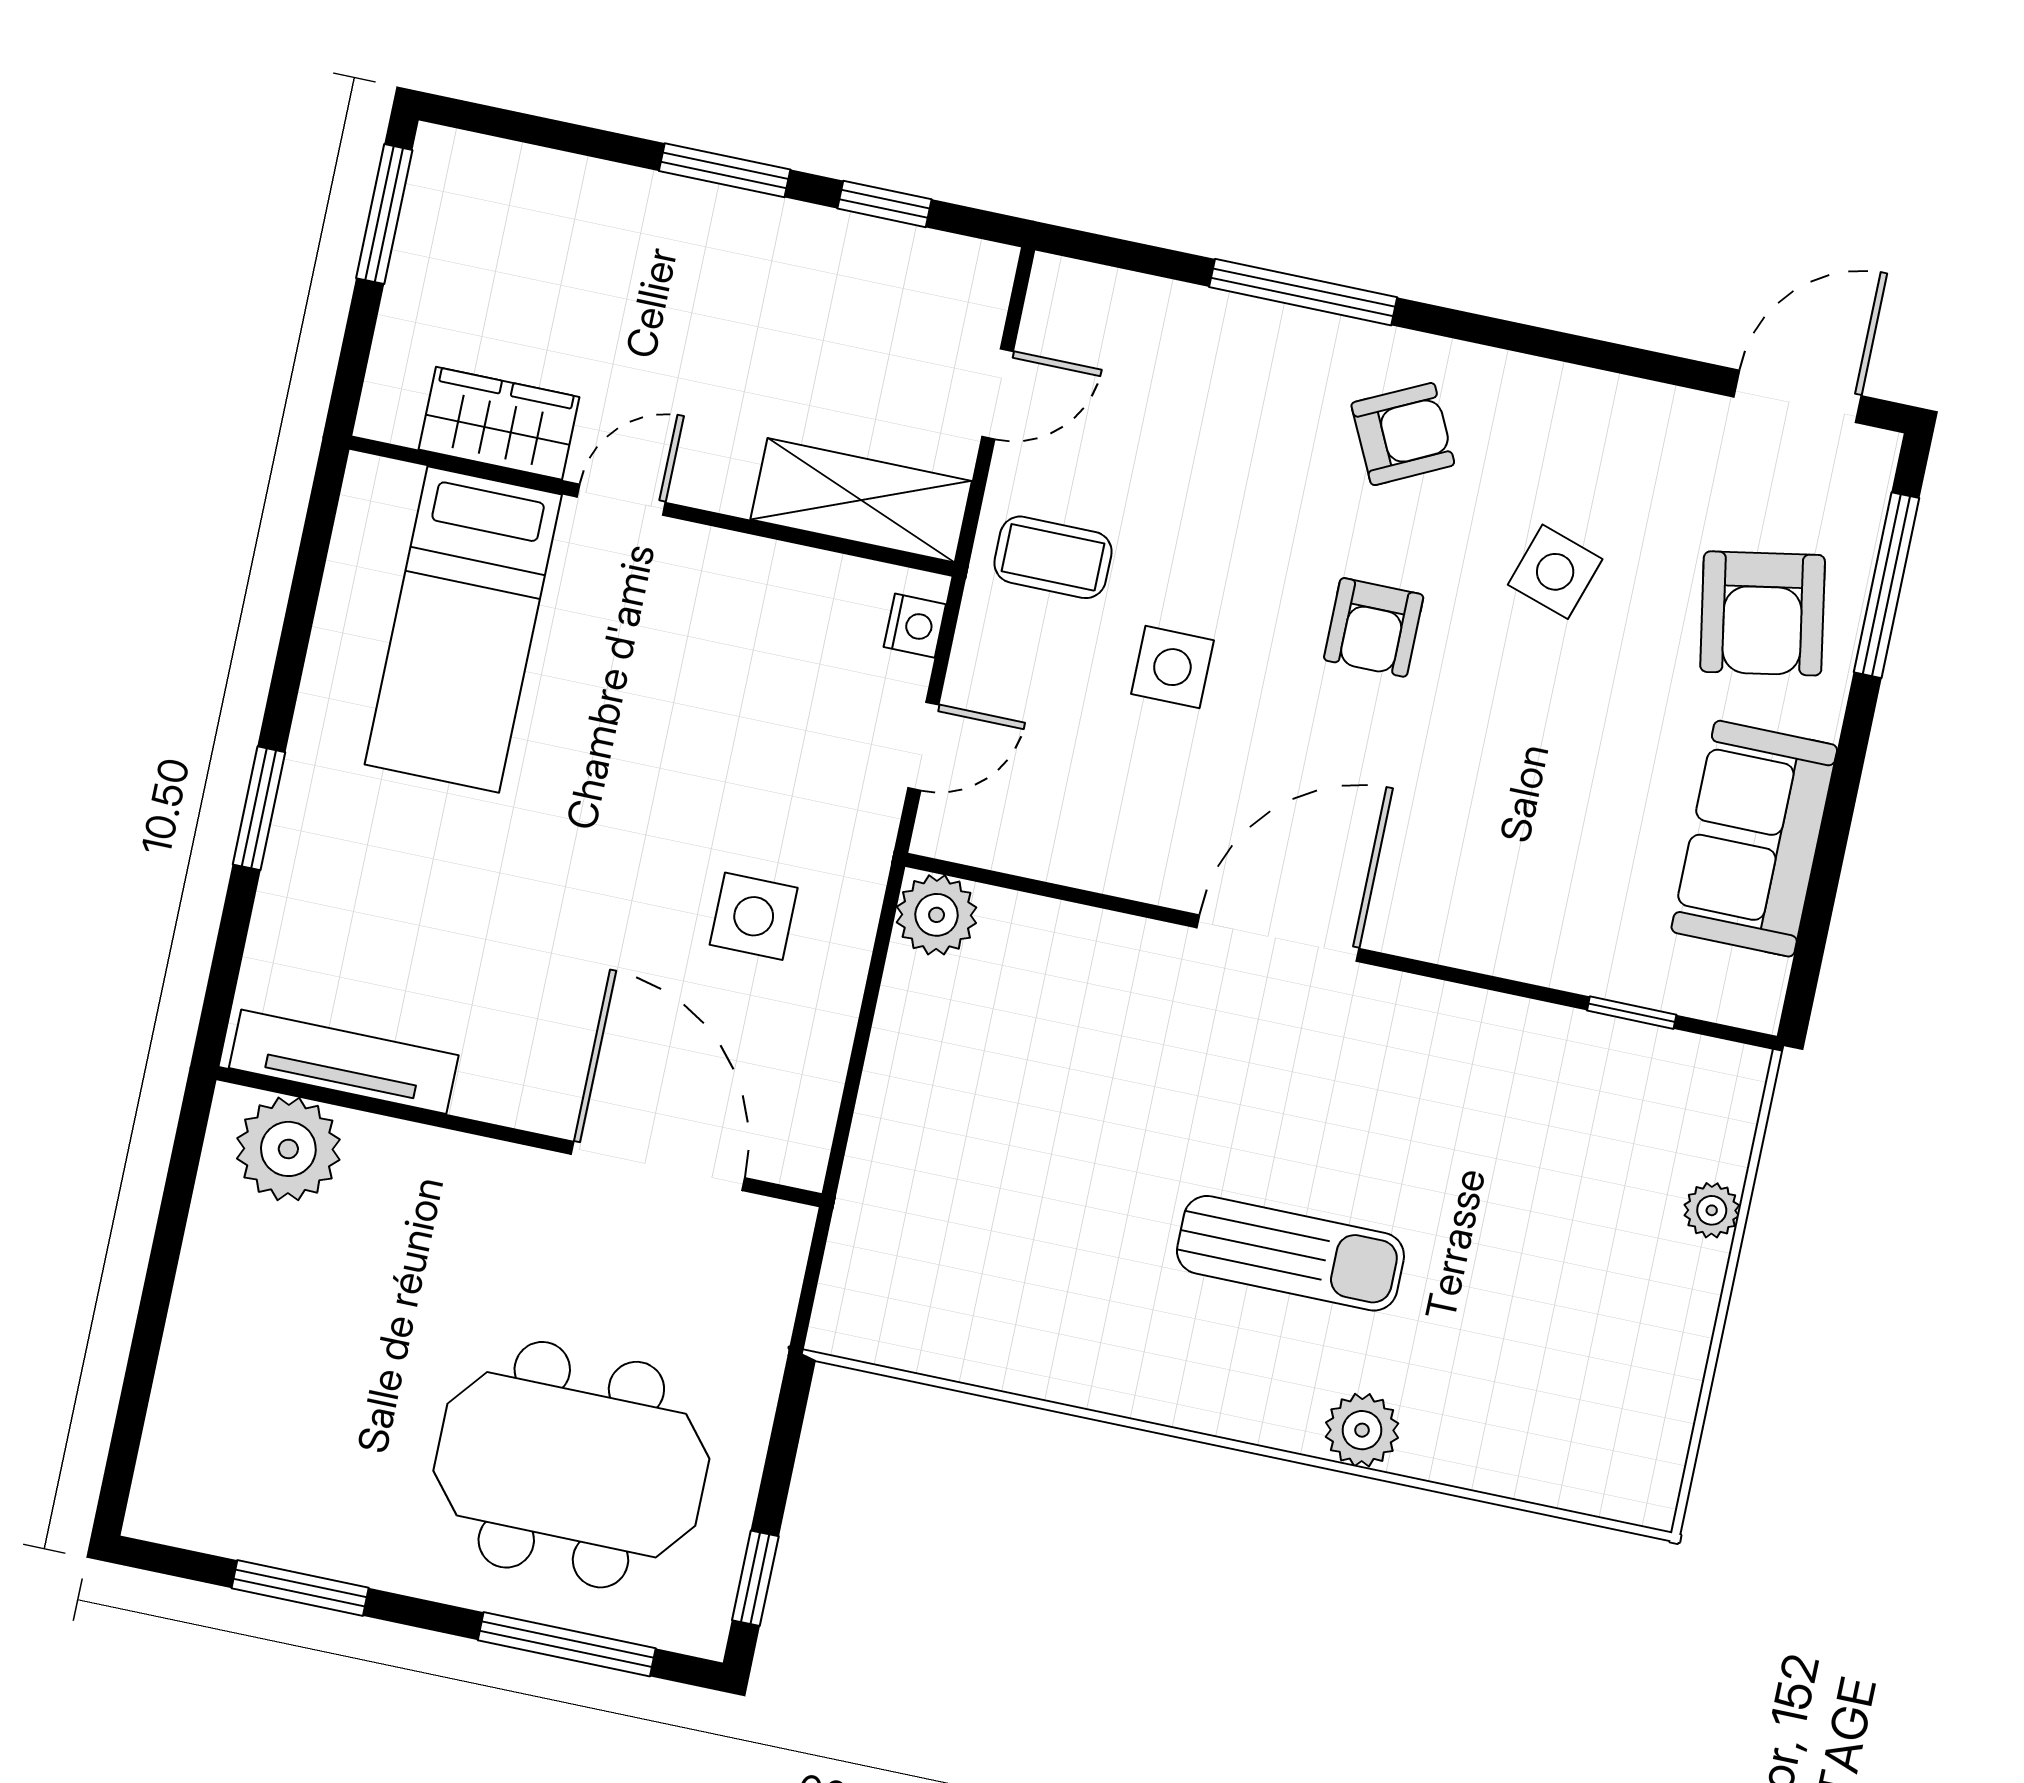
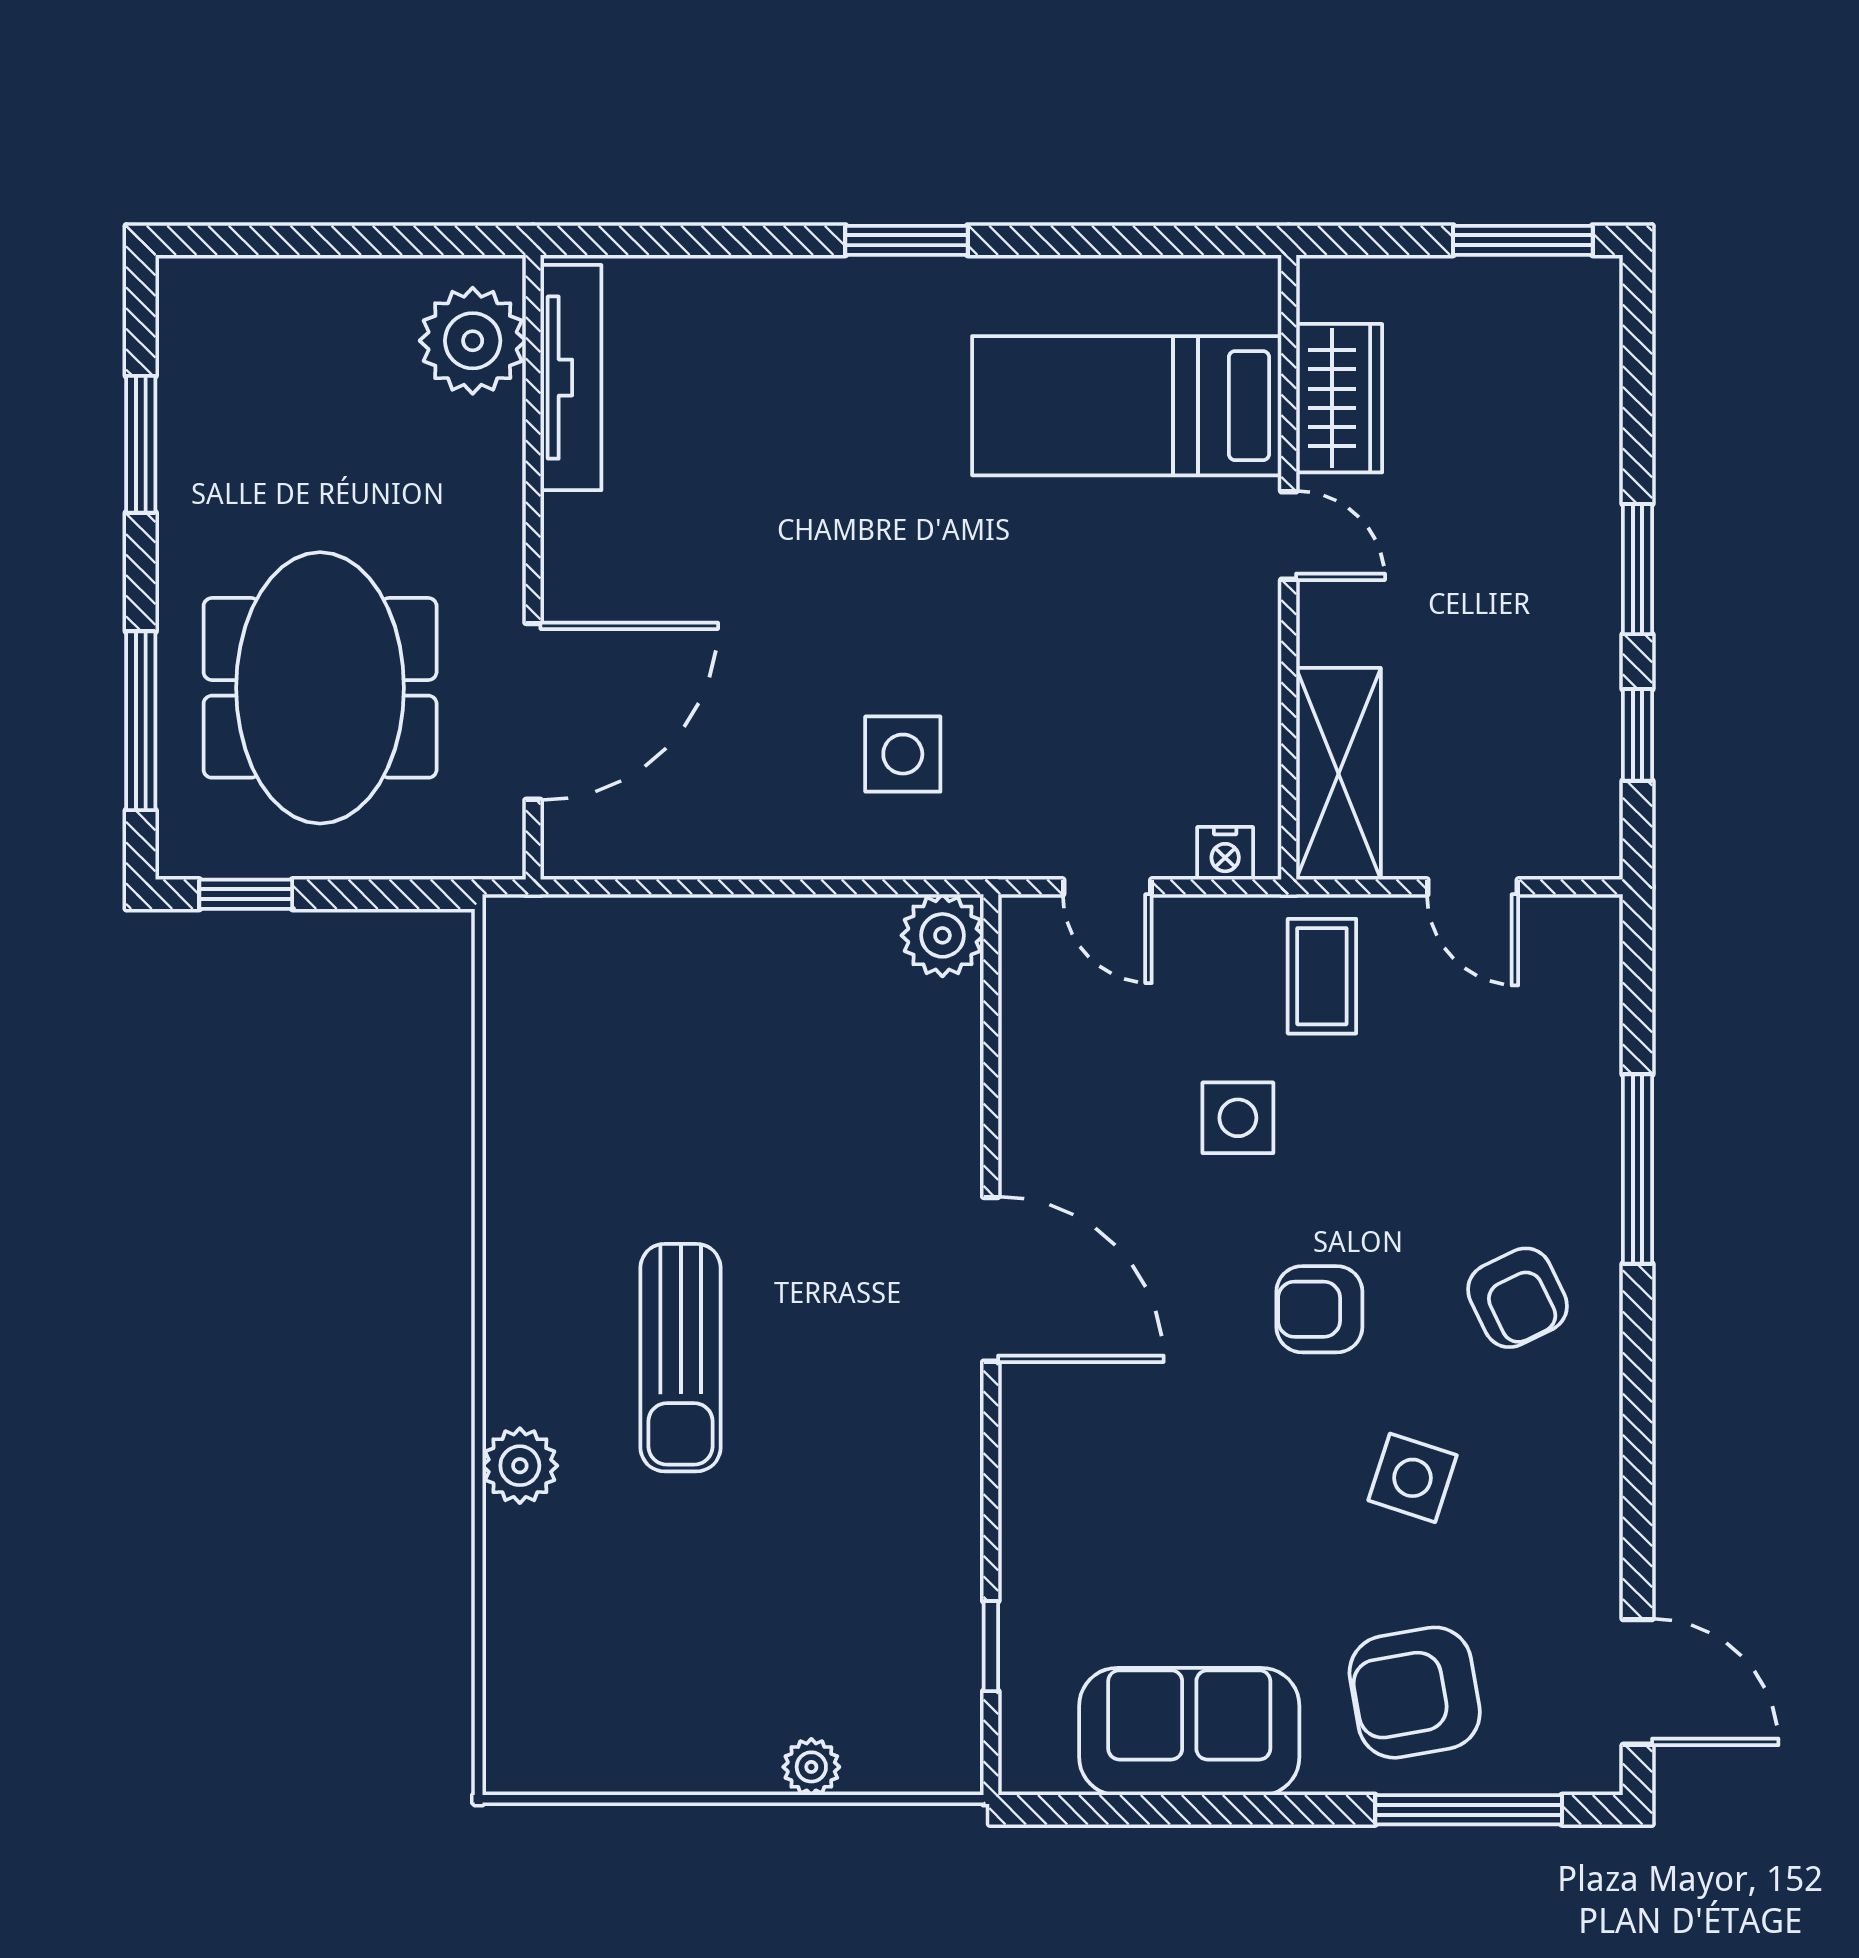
tv unit: (344, 1062) -> (571, 378), moved
wall: (519, 1137) -> (533, 567), moved
plant: (288, 1149) -> (473, 341), moved
door: (658, 1166) -> (533, 711), moved

